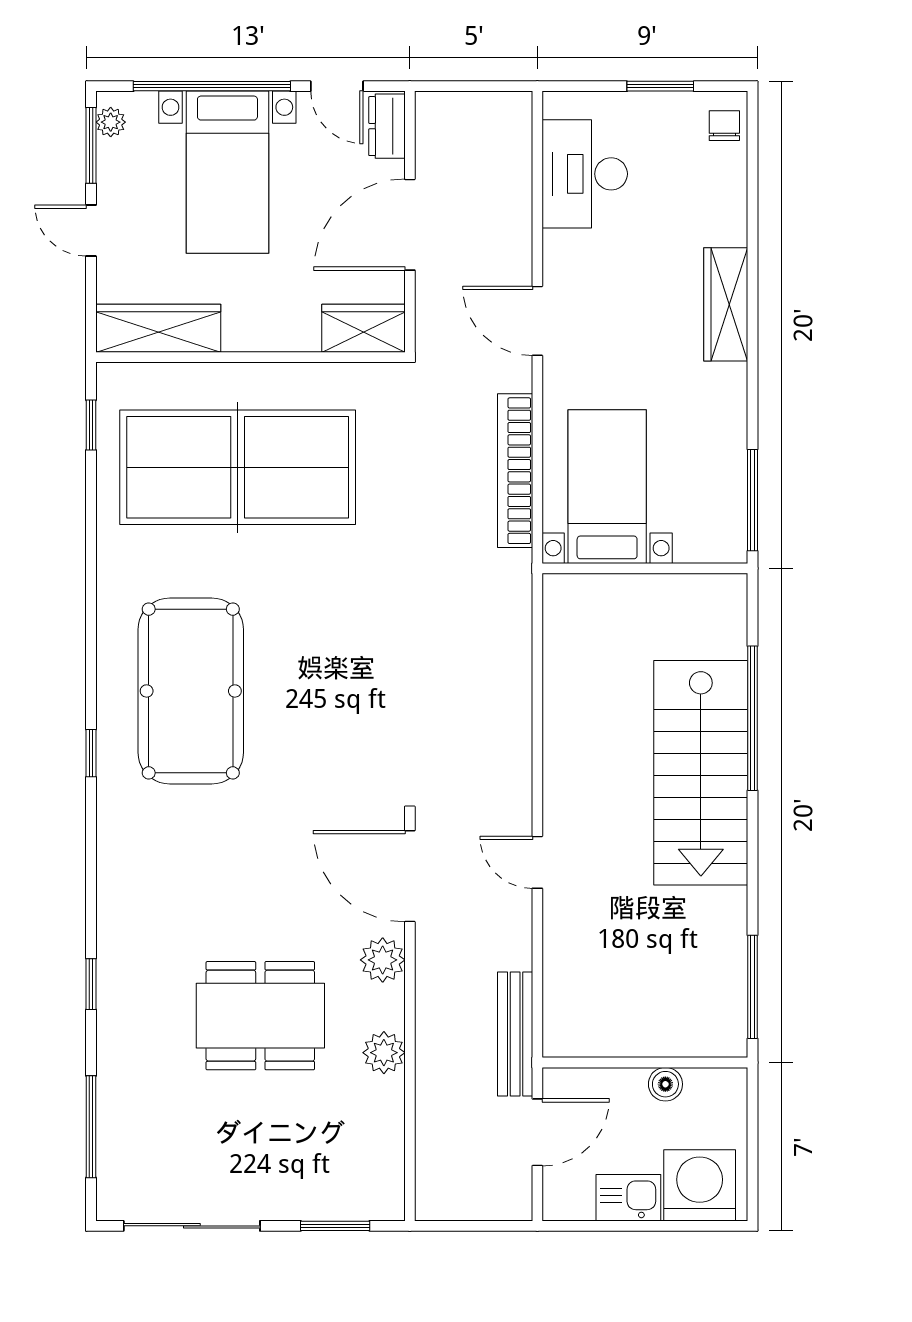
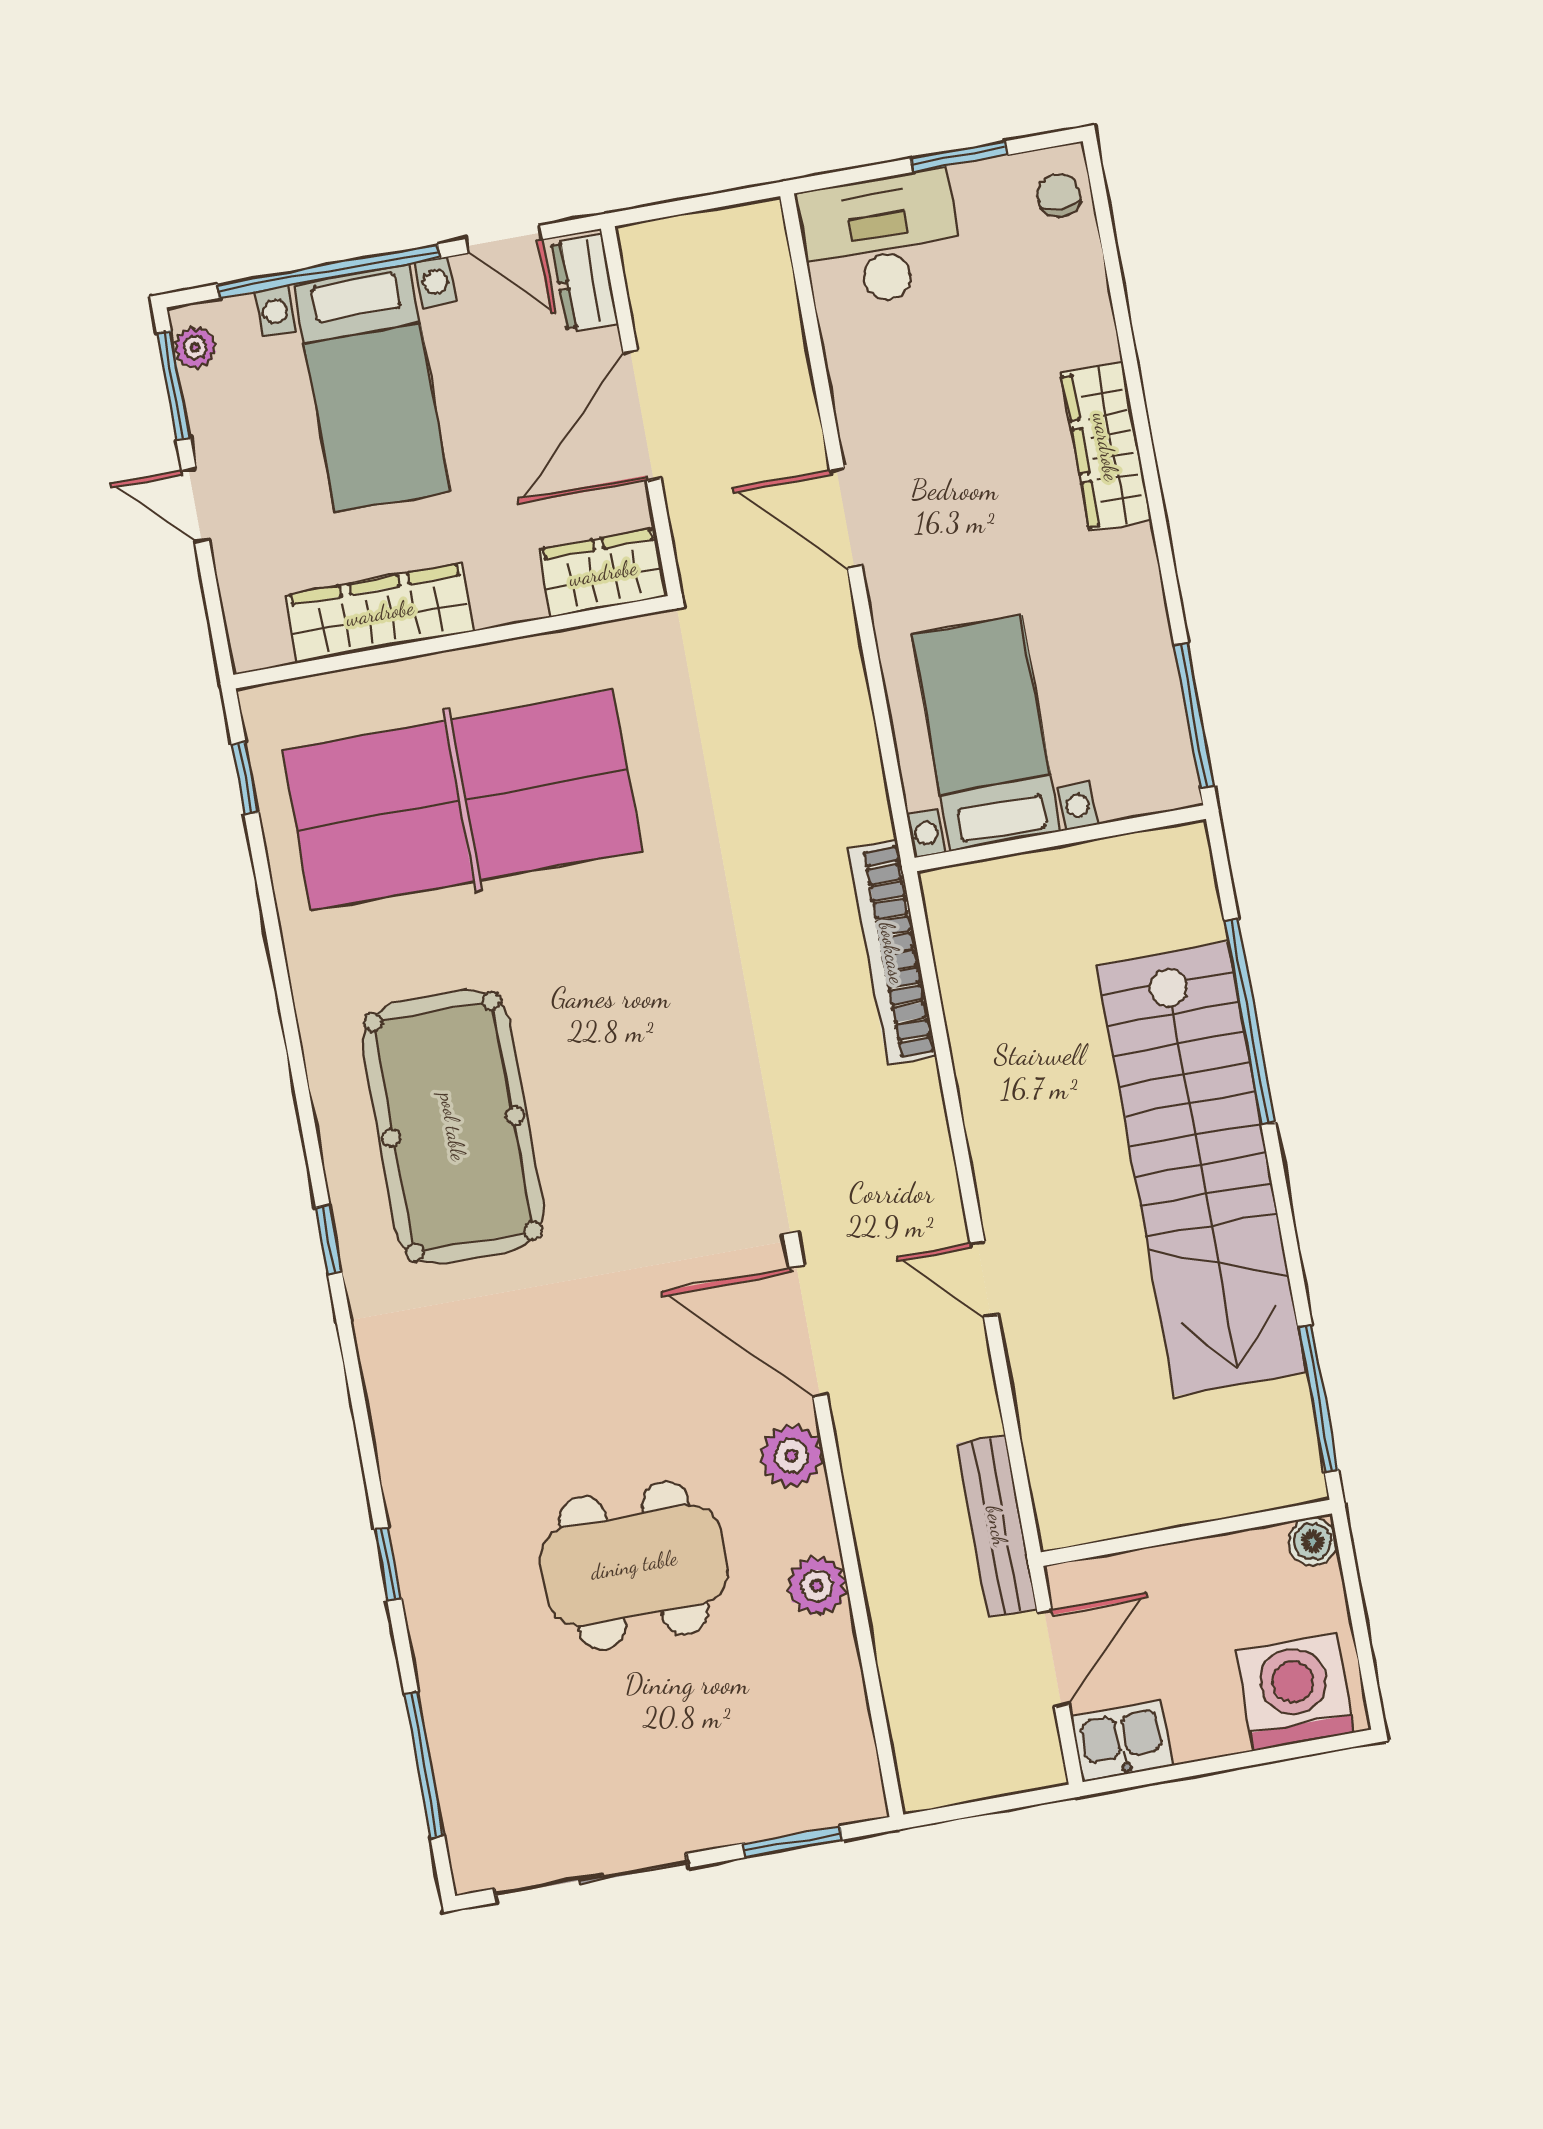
desk: (585, 174) -> (881, 240), moved, turned 90
wardrobe: (158, 328) -> (380, 613), moved
bookcase: (515, 471) -> (892, 953), moved
stairs: (701, 773) -> (1202, 1169), width x1.36
boiler: (665, 1084) -> (1313, 1541), moved
kitchen sink: (628, 1198) -> (1122, 1741), moved

